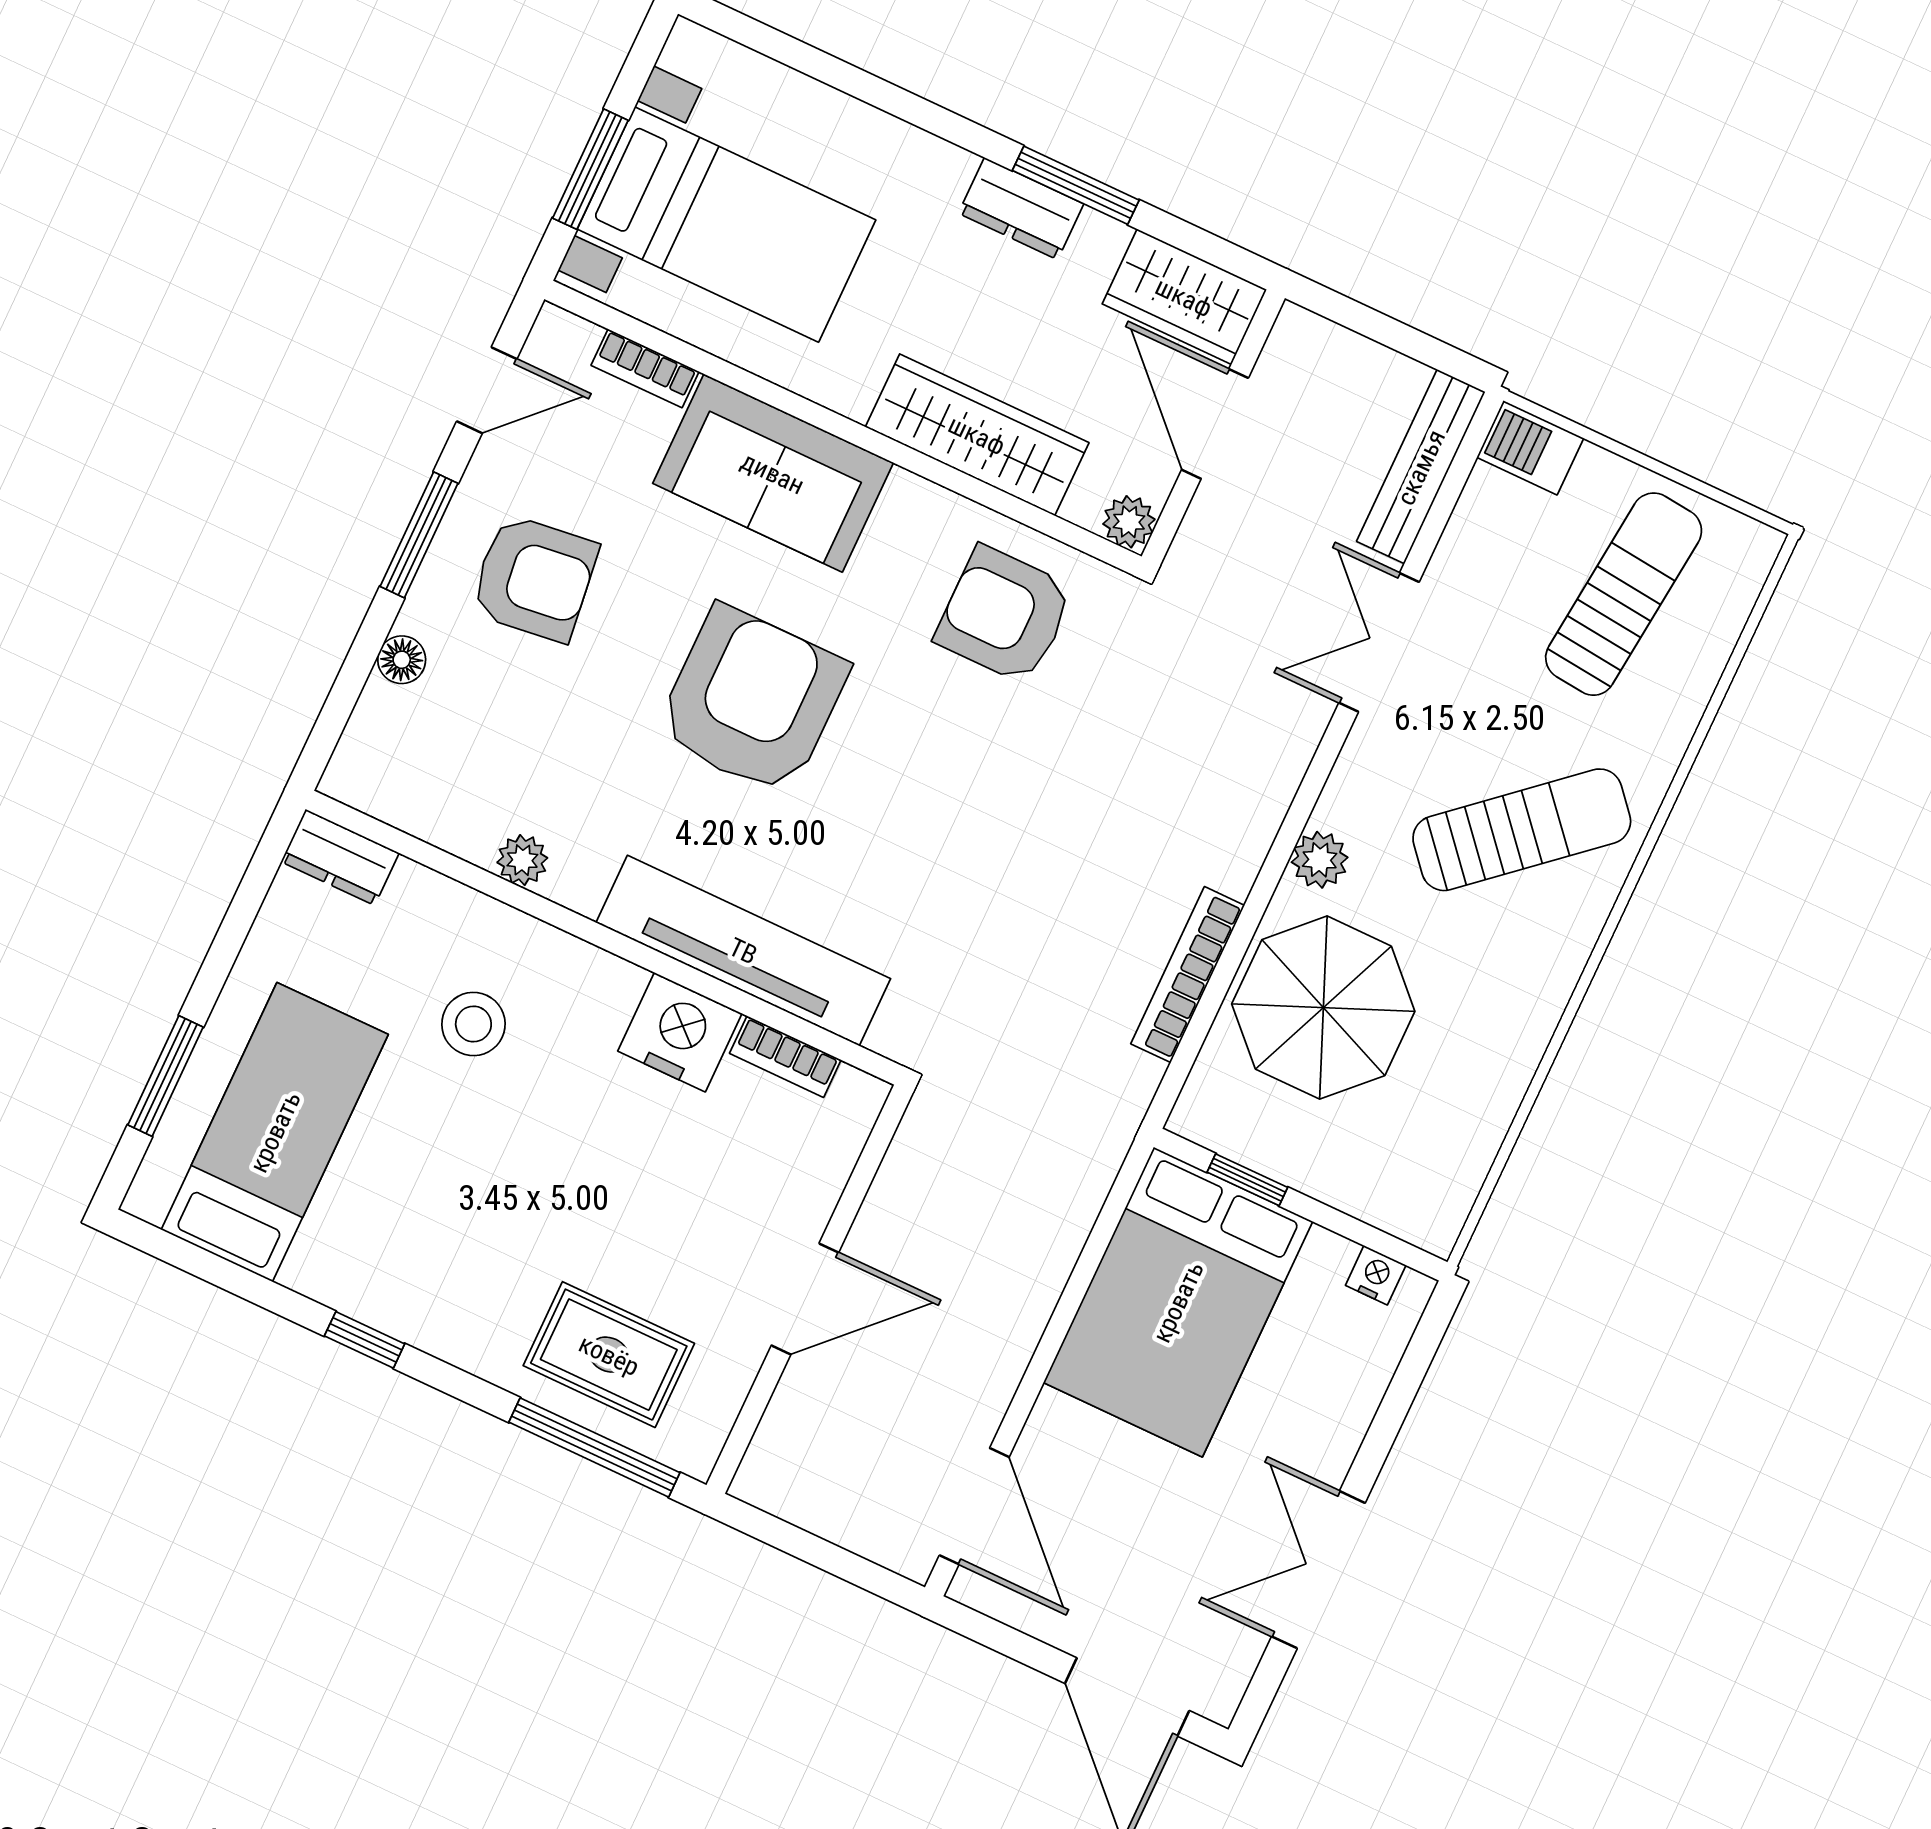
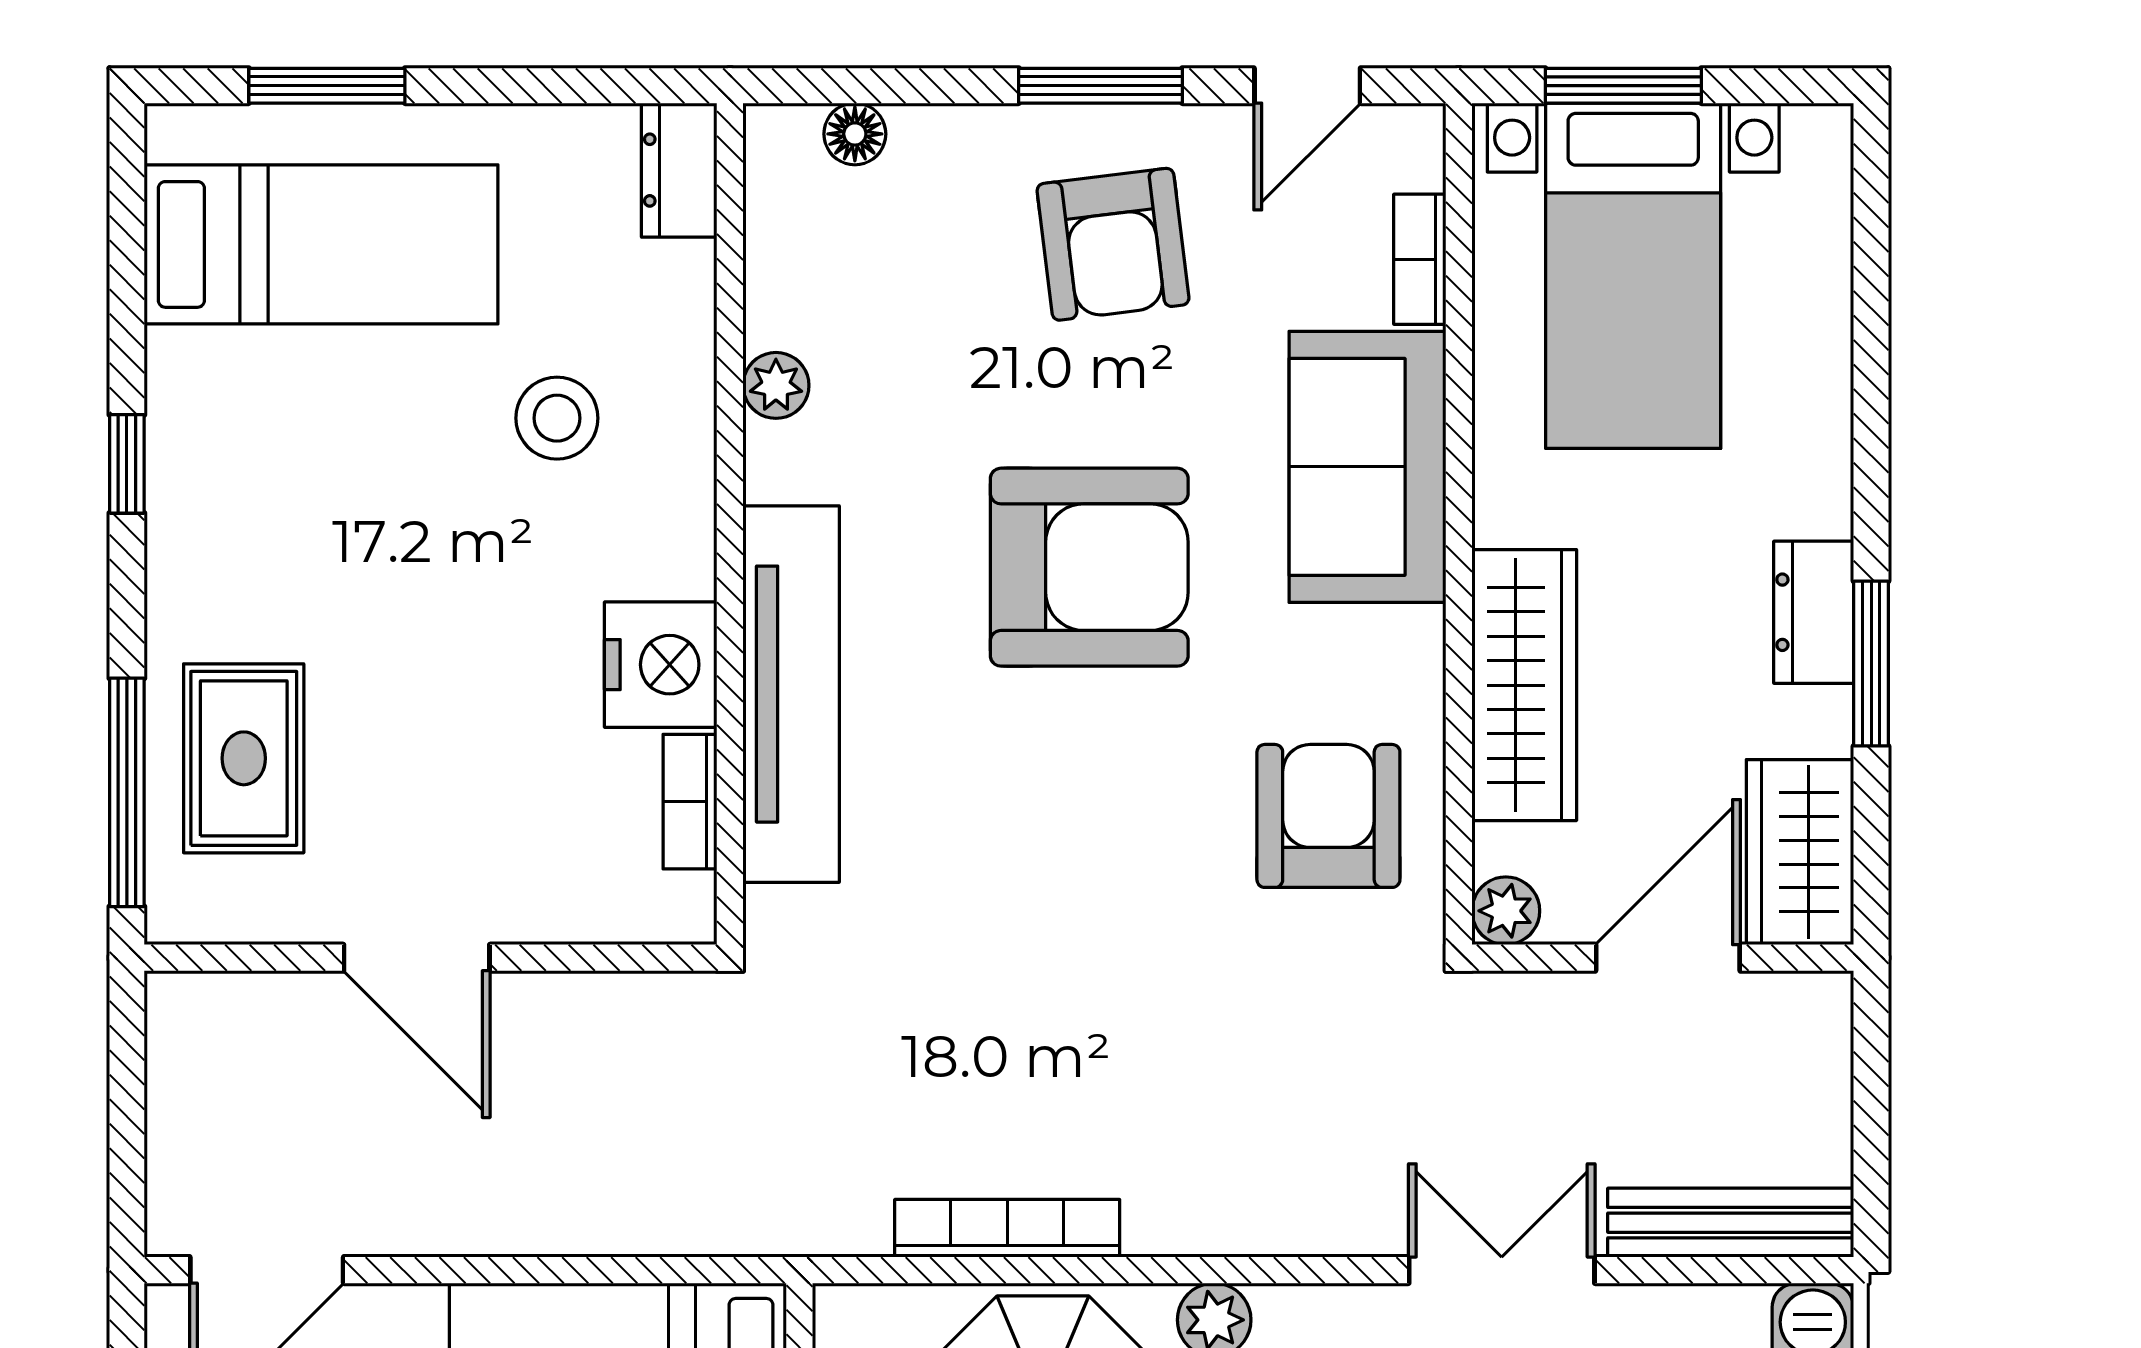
door: (487, 390) -> (1307, 86), hinge flipped
floor lamp: (402, 660) -> (855, 134), moved

